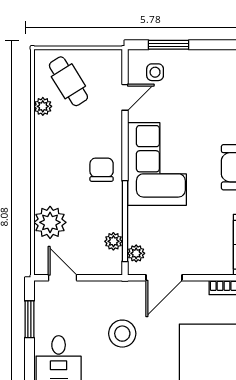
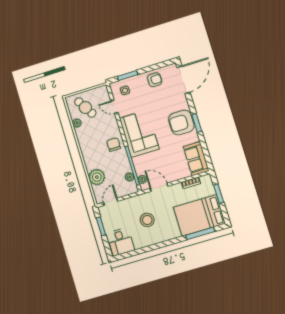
armchair: (218, 69) -> (155, 80), added
door: (125, 97) -> (114, 107), swing flipped
door: (63, 278) -> (111, 202), hinge flipped
door: (164, 278) -> (159, 187), swing flipped

